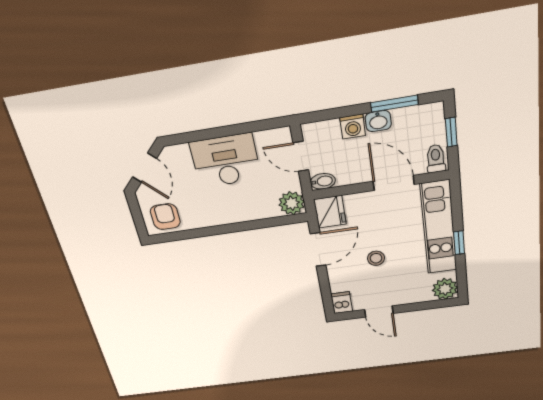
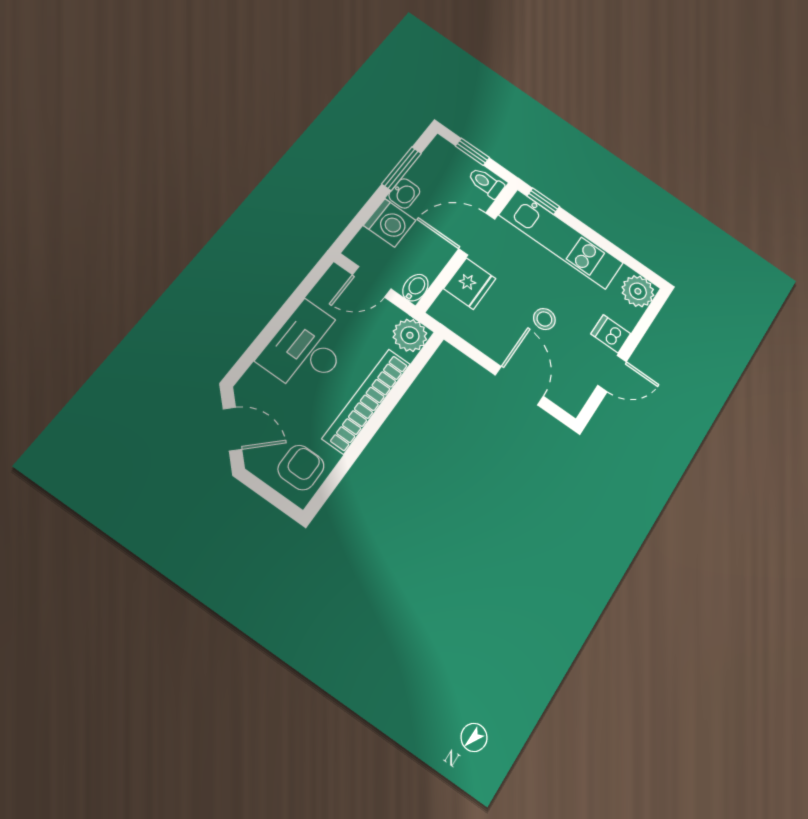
washing machine: (353, 127) -> (390, 223), width x1.38, depth x1.38
fridge: (330, 212) -> (470, 284), moved, turned 90
bookcase: (232, 215) -> (367, 401), added
armchair: (165, 217) -> (301, 468), turned 90
window: (459, 243) -> (543, 201), moved
door: (318, 250) -> (519, 386), moved
dishwasher: (342, 303) -> (611, 334), moved

